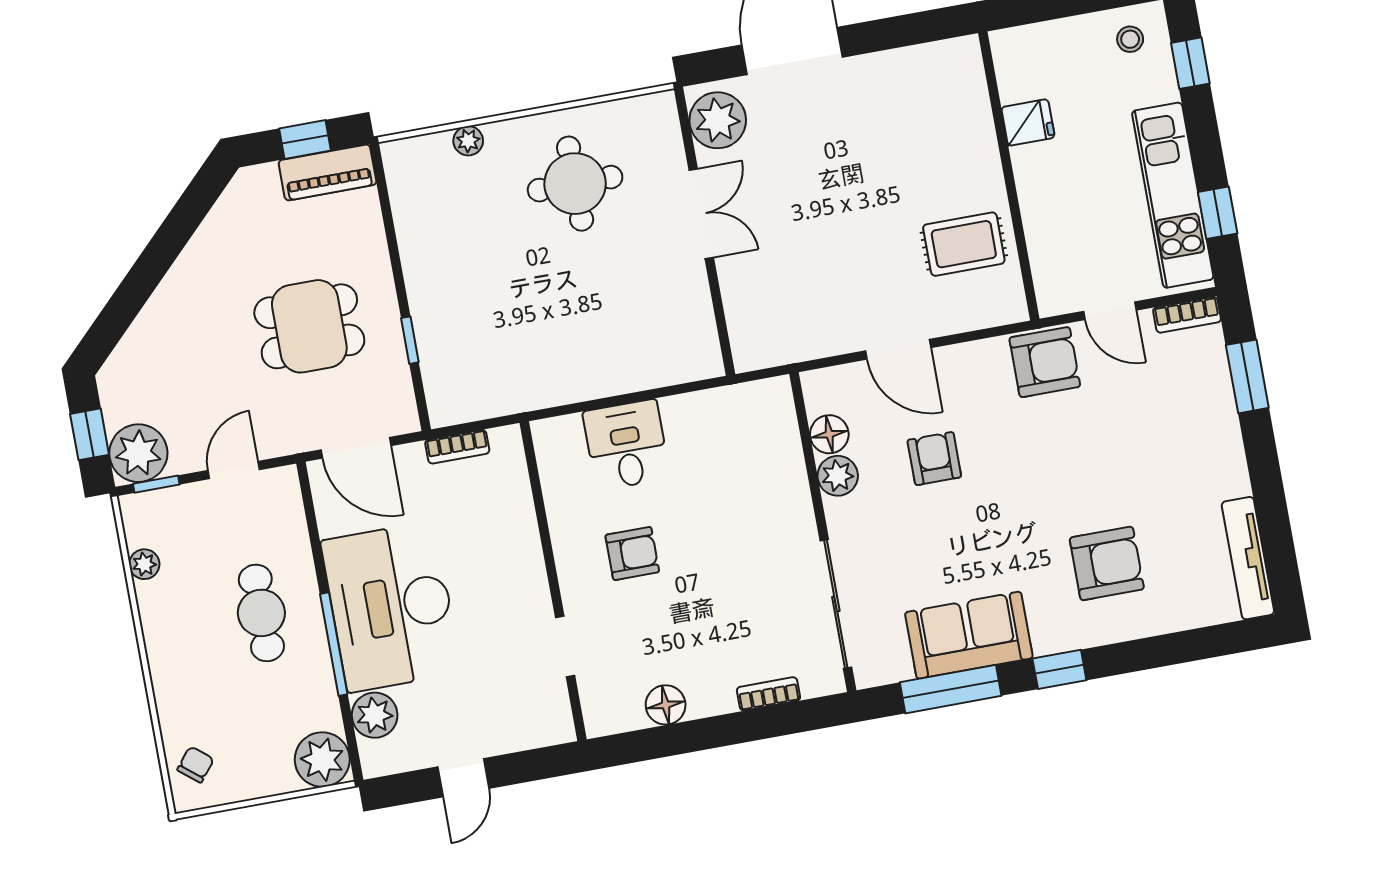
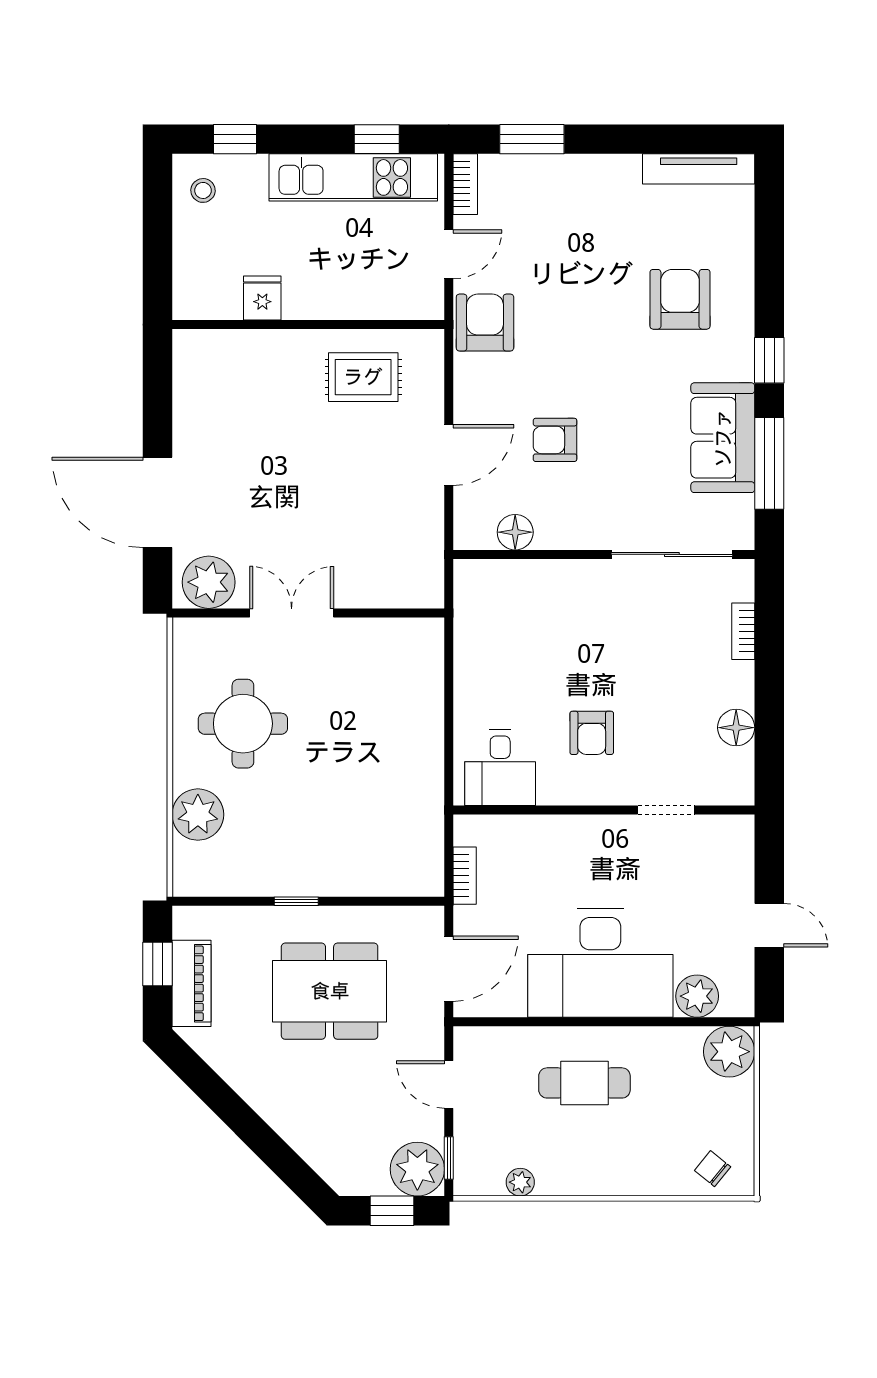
plant: (468, 141) -> (198, 815), width x1.88, depth x1.88
piano: (327, 172) -> (191, 983), moved
rug: (964, 244) -> (363, 377), turned 90
dining table: (309, 326) -> (330, 991), width x1.38
window: (410, 340) -> (296, 901), moved
desk: (626, 445) -> (500, 768), moved, turned -90
plant: (838, 476) -> (555, 531), removed
armchair: (632, 553) -> (592, 733), turned 180
window: (334, 644) -> (625, 1022), removed

